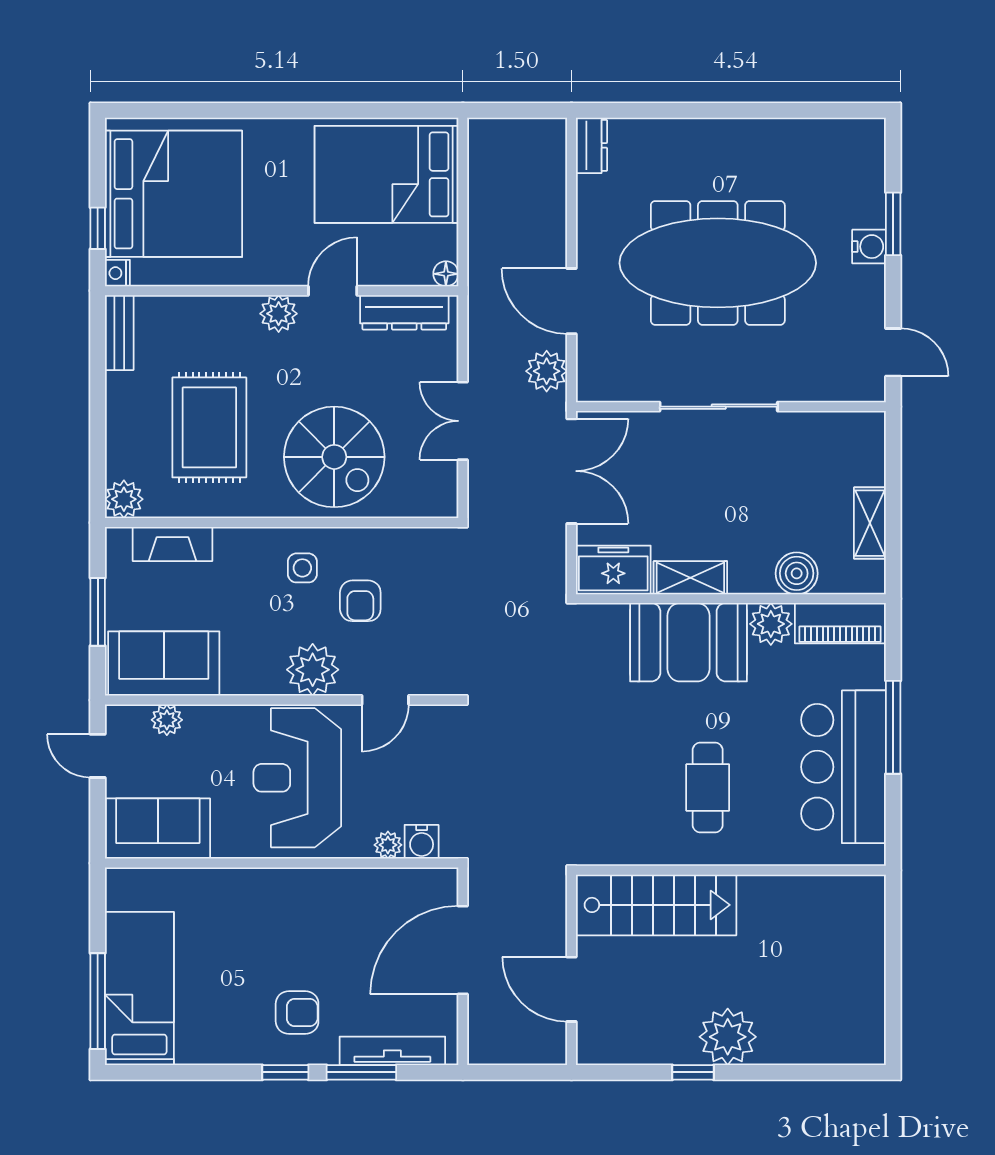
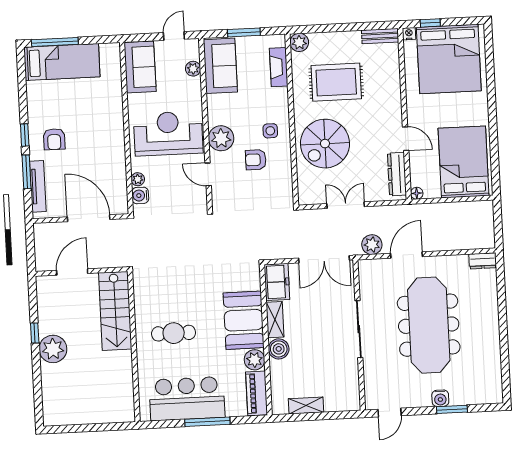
plant: (279, 314) -> (393, 113), removed
boiler: (797, 573) -> (279, 349), moved

